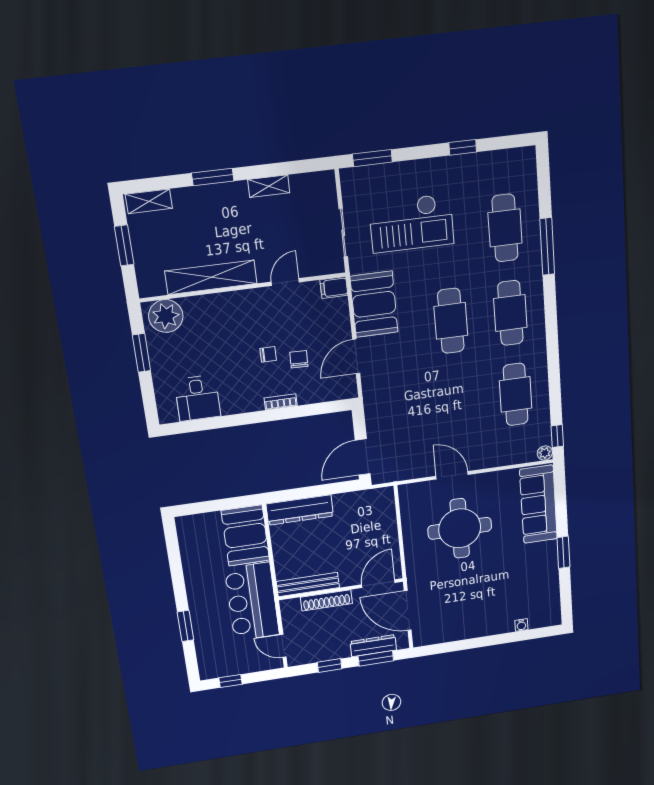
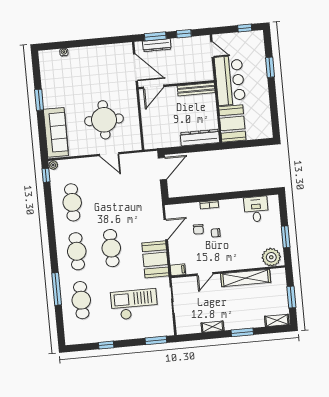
shoe rack: (326, 600) -> (185, 78), removed

